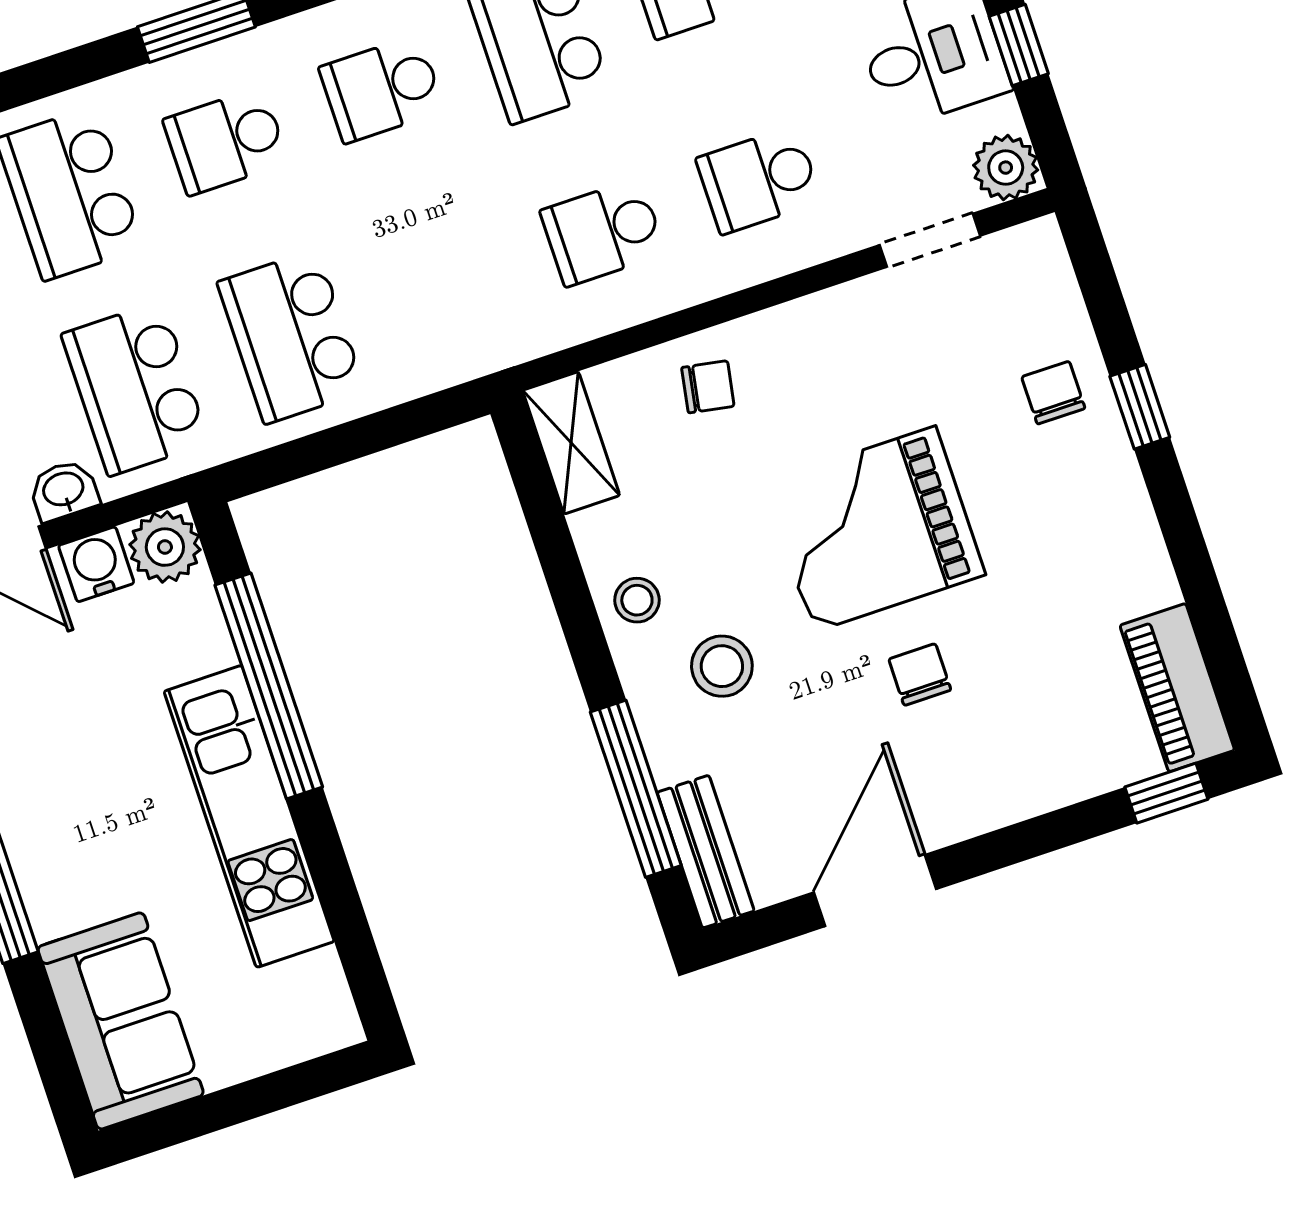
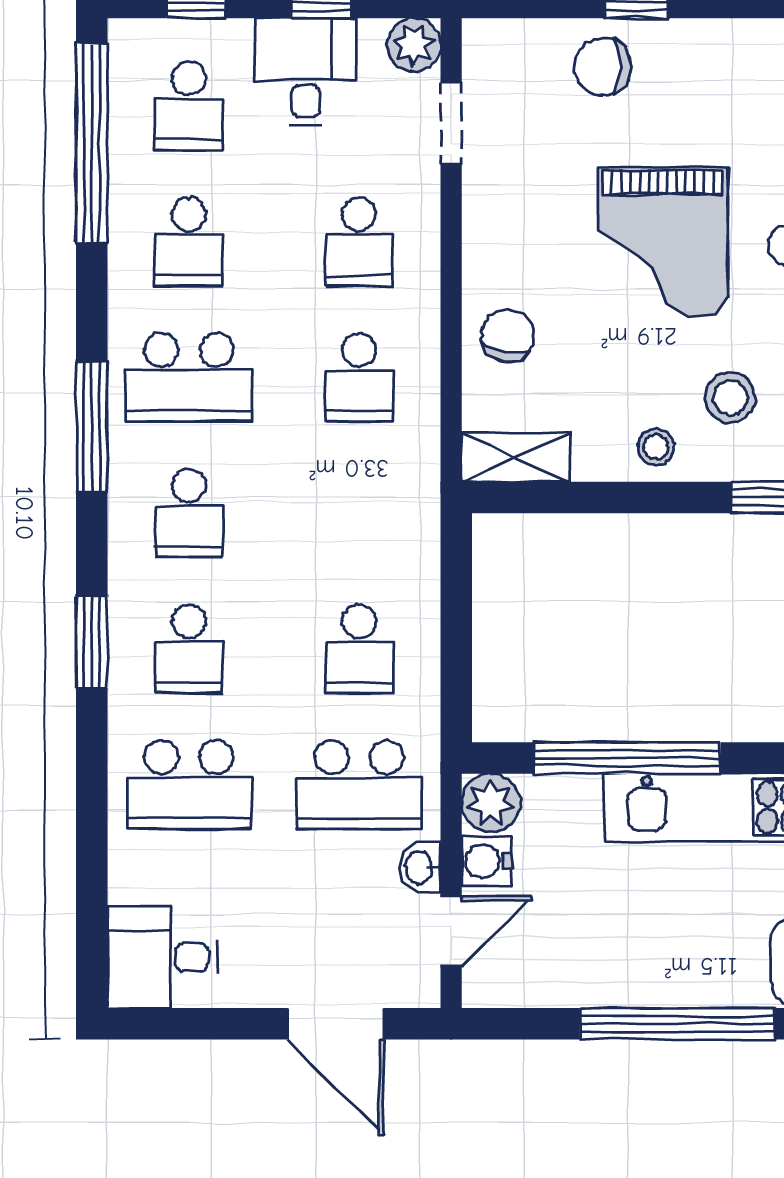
school desk: (291, 337) -> (359, 649), width x0.54
chair: (708, 387) -> (508, 336), width x1.37, depth x1.37
chair: (1053, 393) -> (603, 67), width x1.37, depth x1.37

